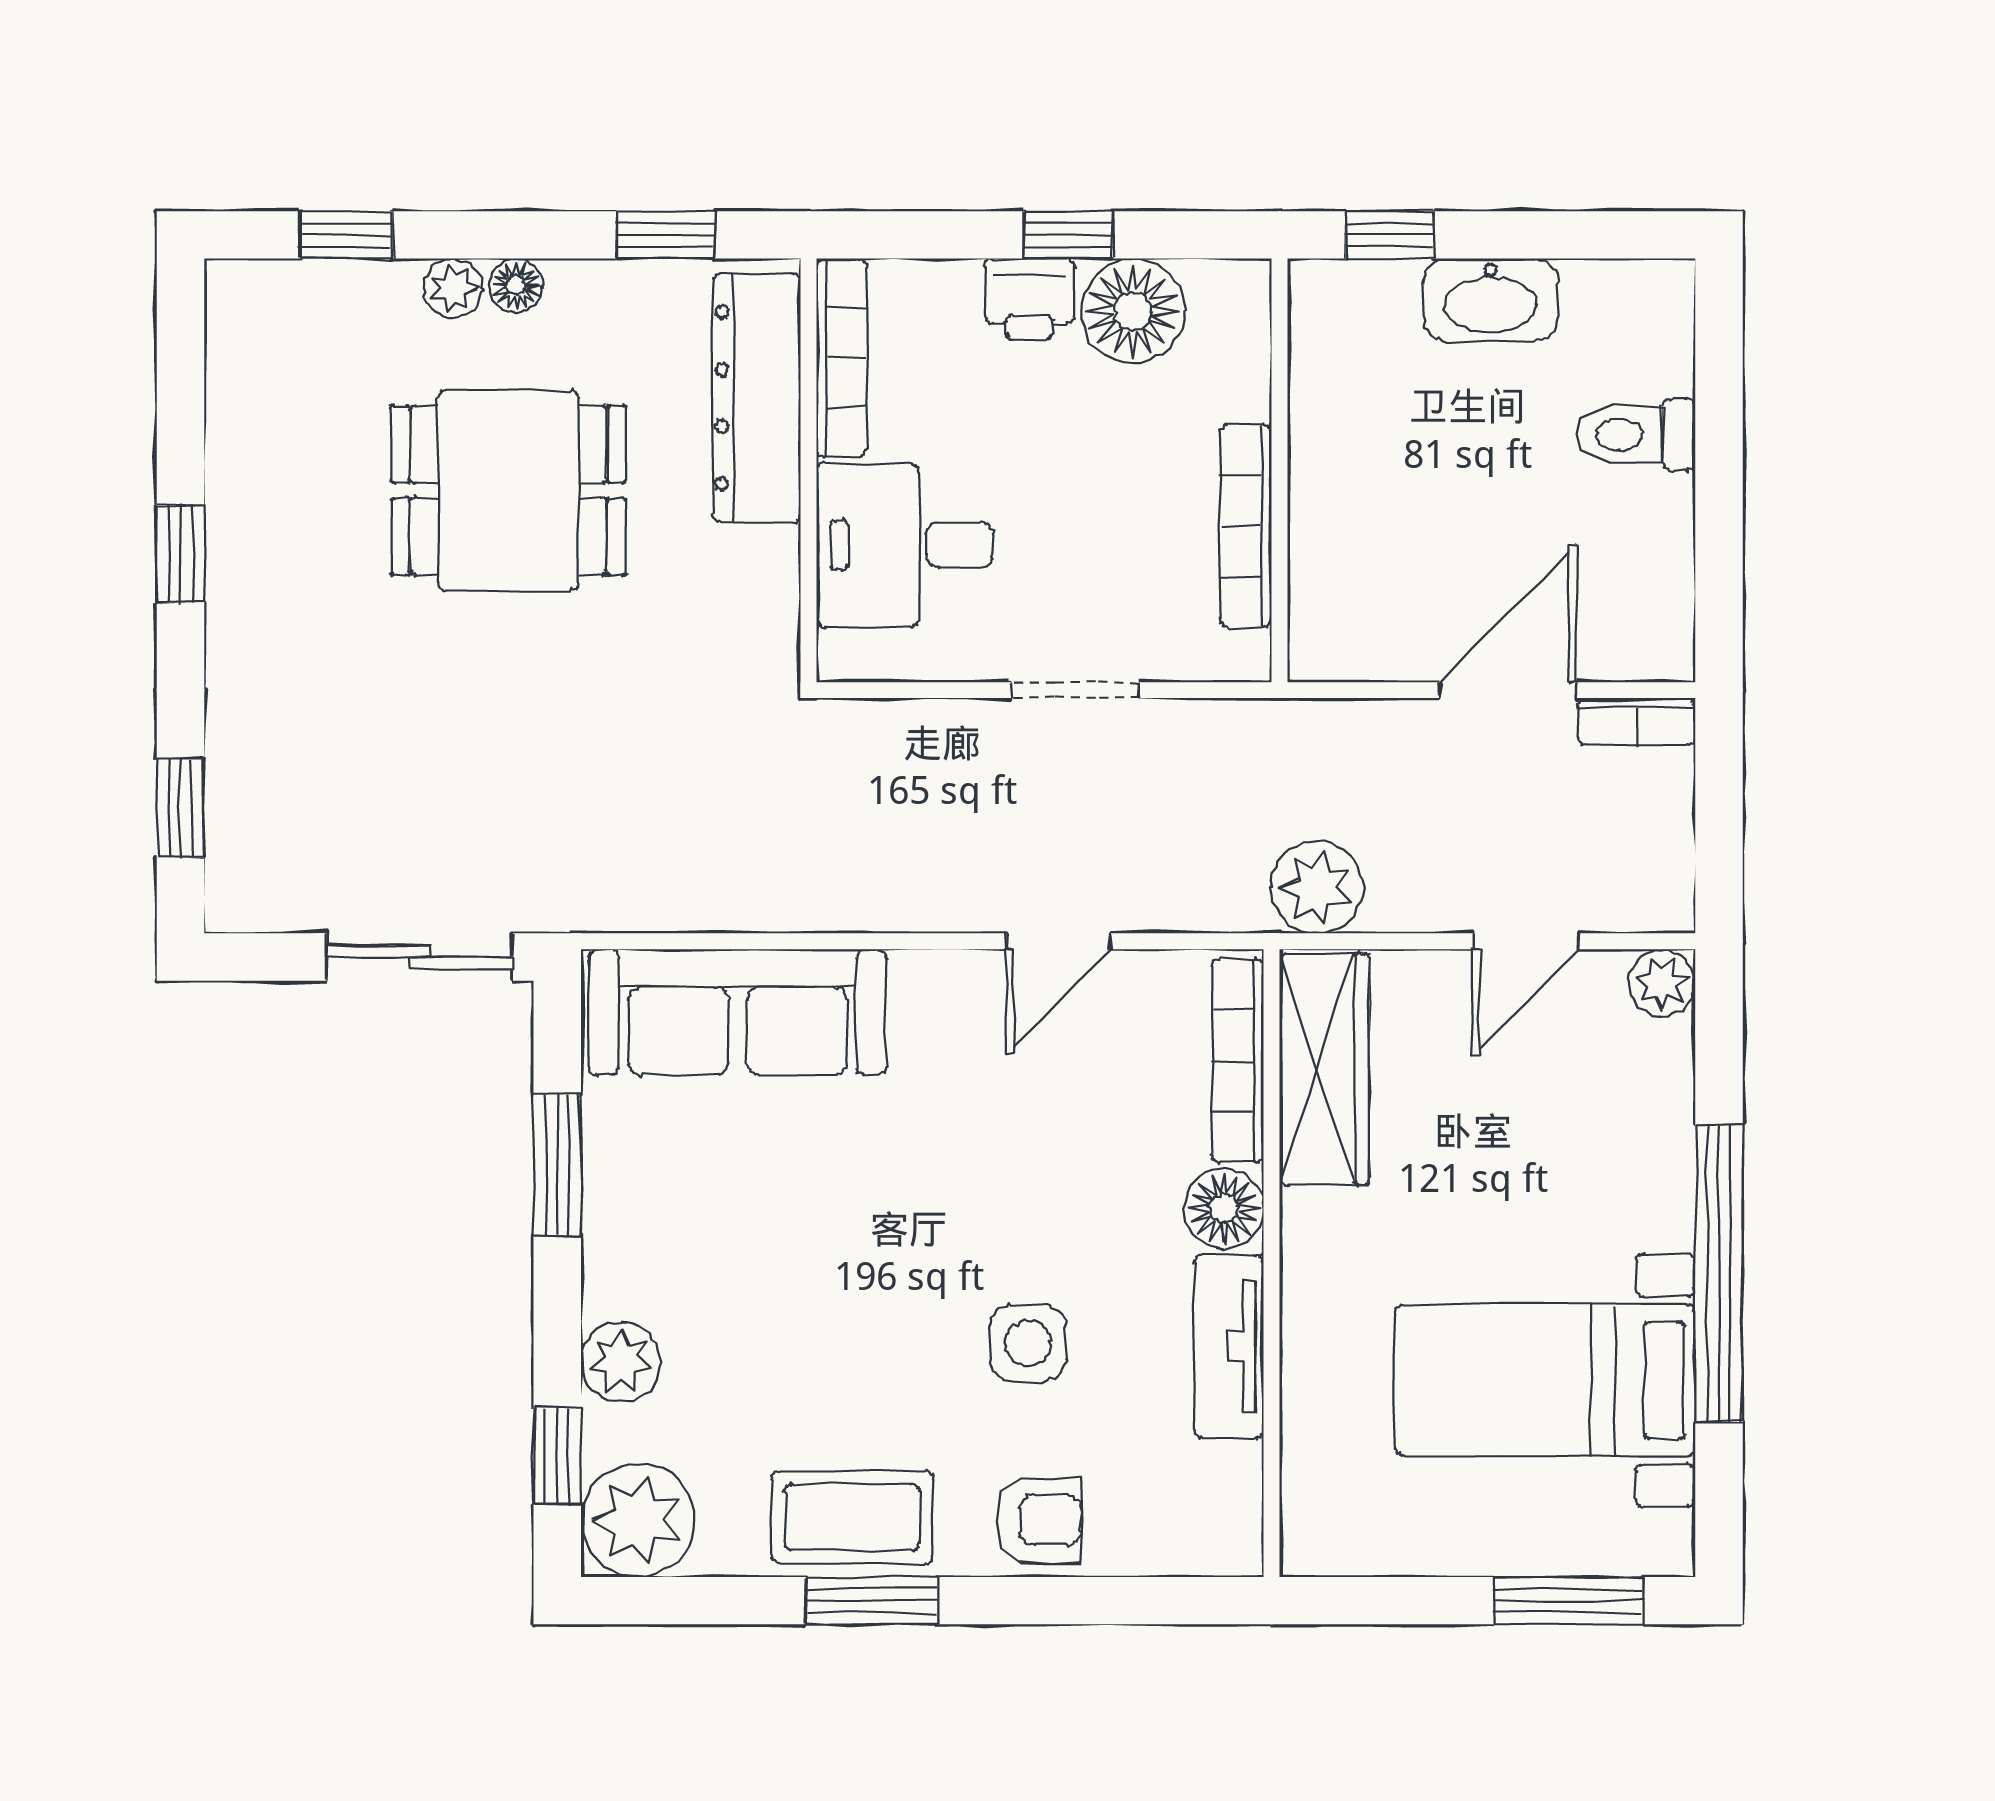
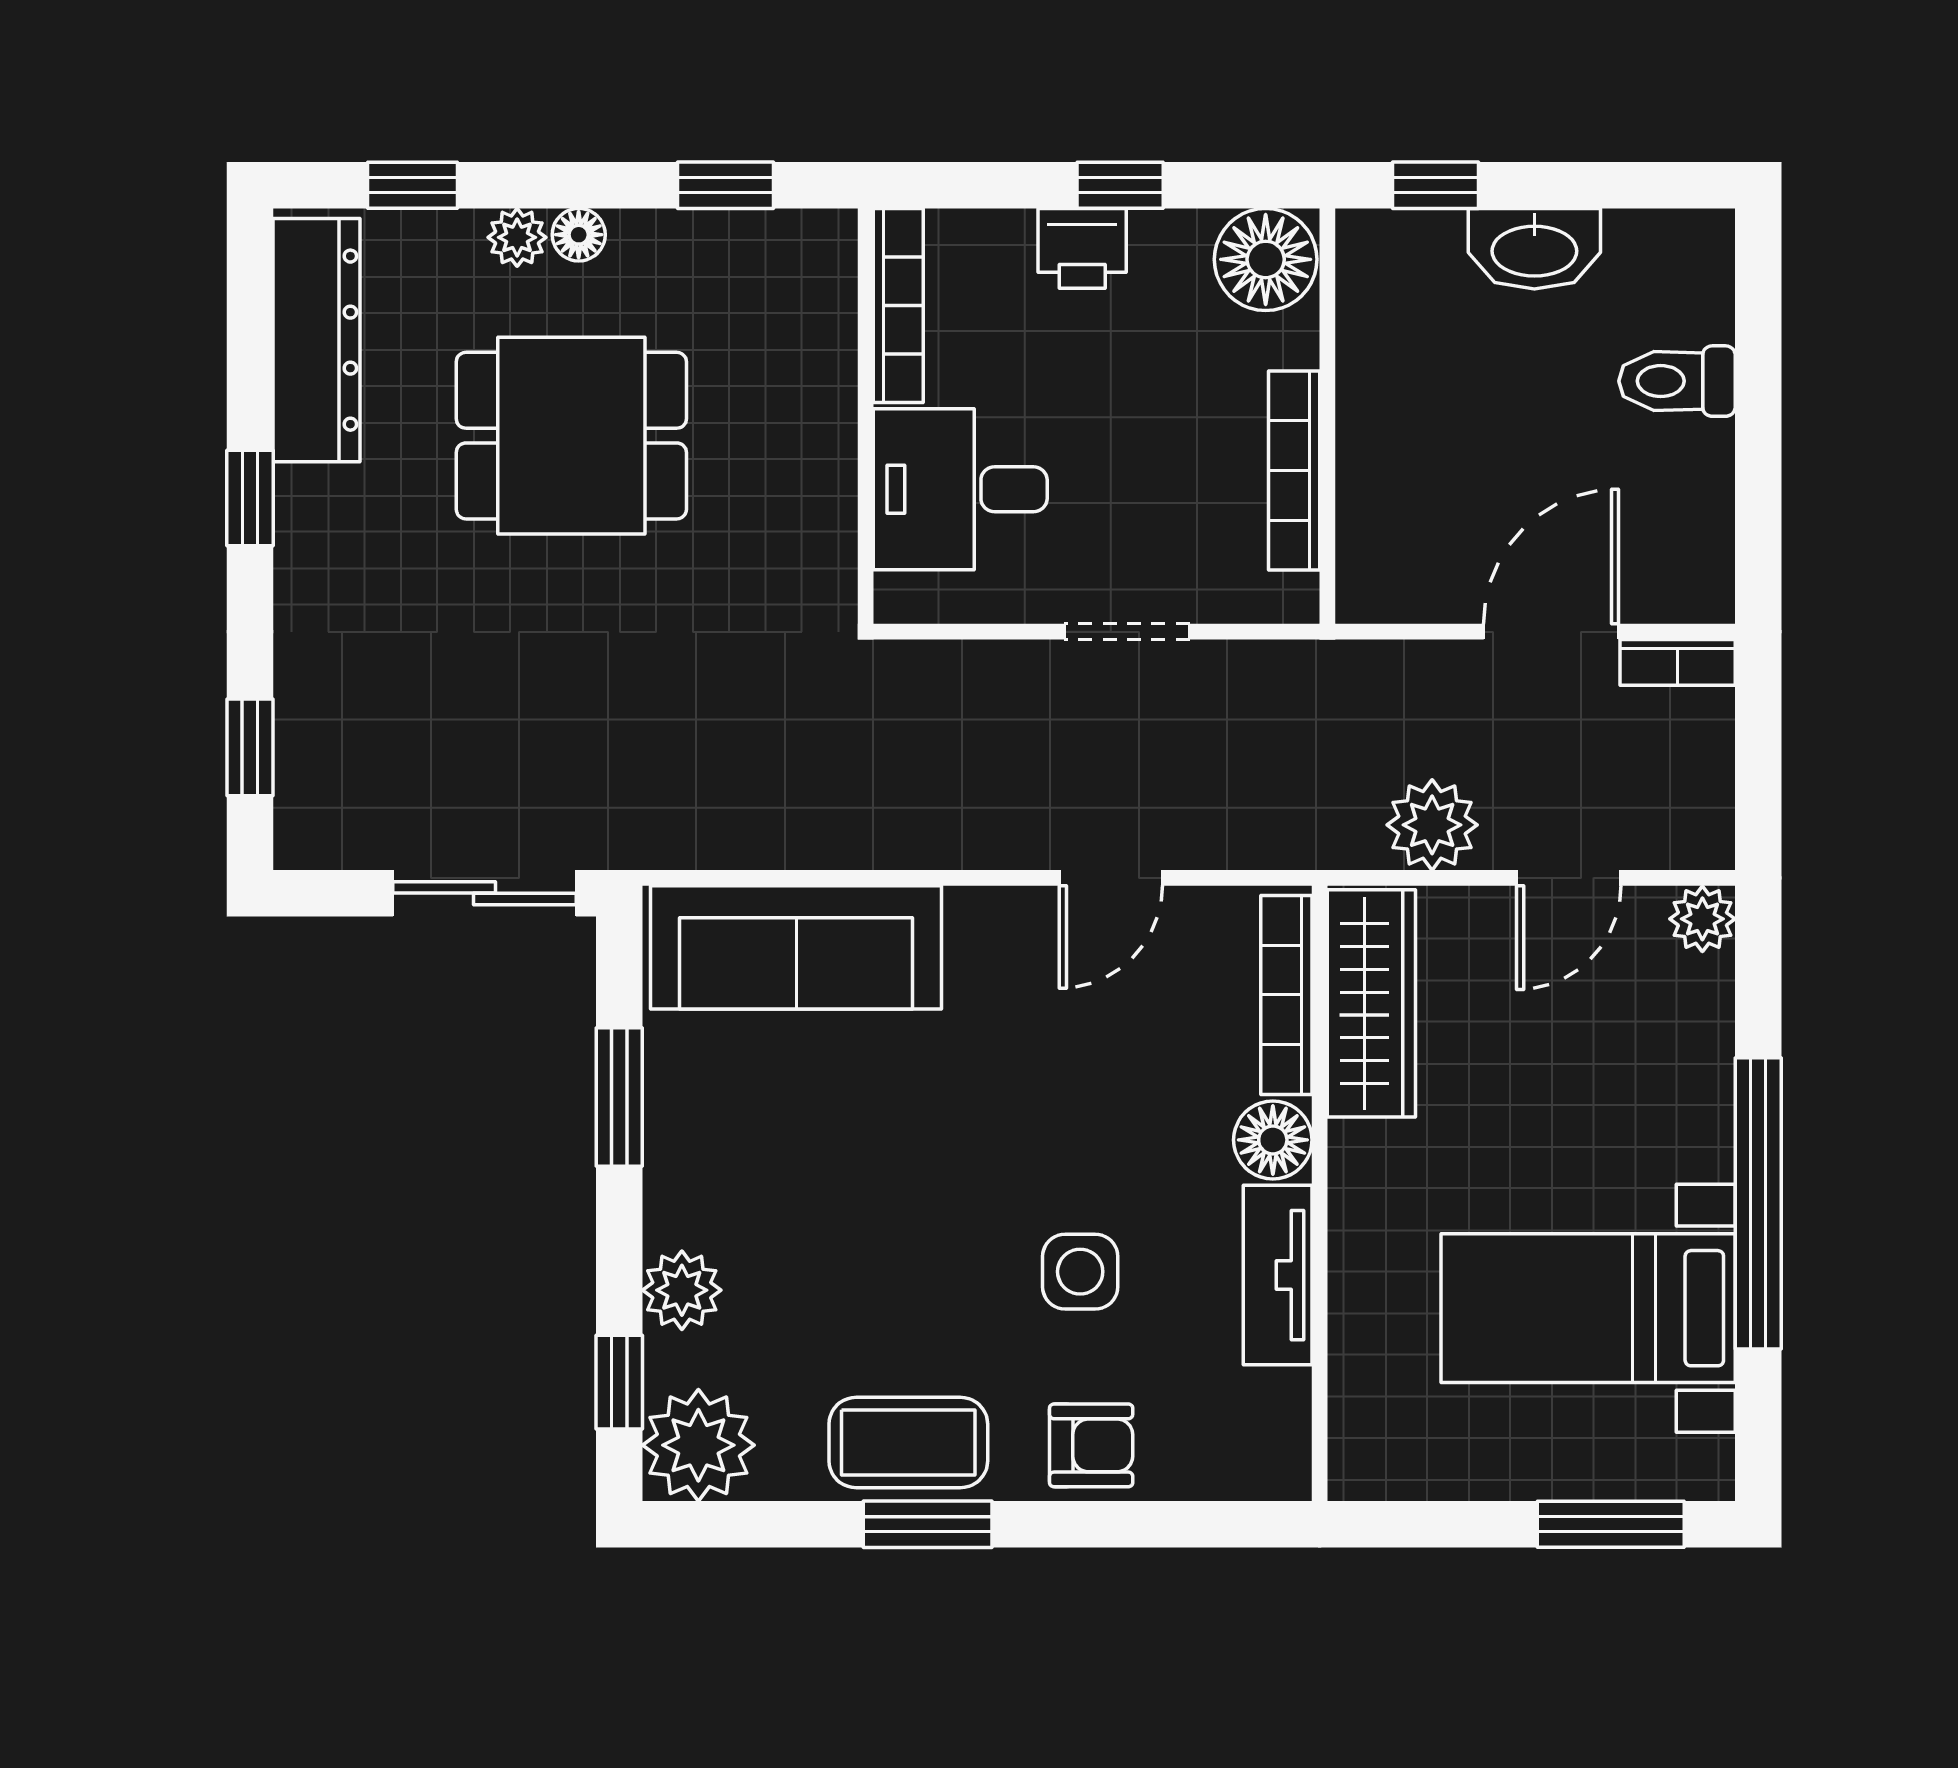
floor lamp: (1133, 311) -> (1266, 259), moved
dresser: (756, 398) -> (316, 340), moved, turned 180
plant: (1317, 887) -> (1432, 825), moved

